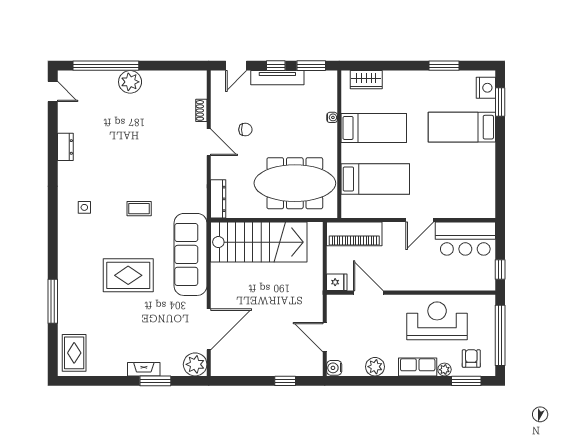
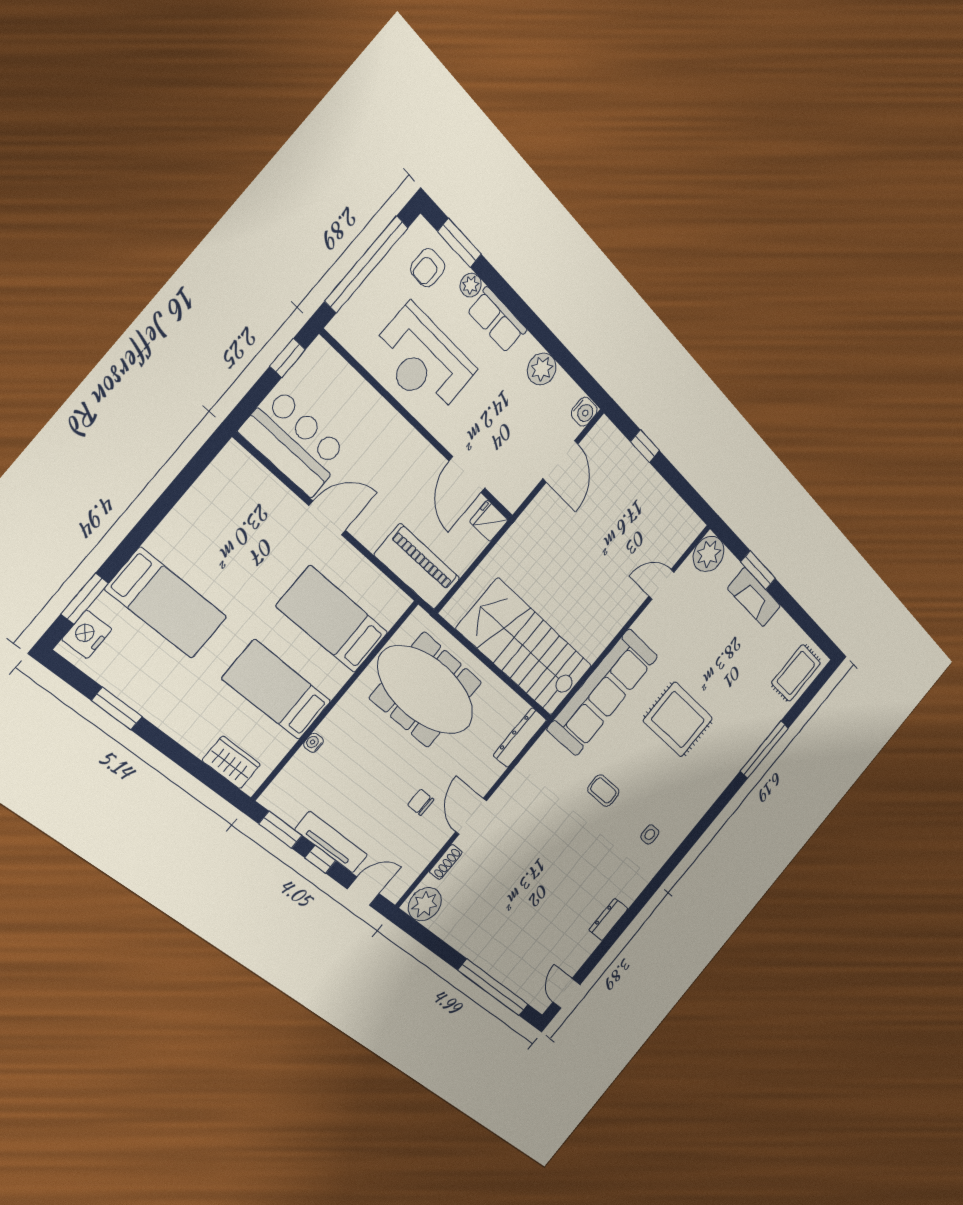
plant: (130, 82) -> (425, 904), moved
door: (209, 329) -> (661, 584), width x0.53
fireplace: (144, 369) -> (754, 597), width x1.37, depth x1.32

